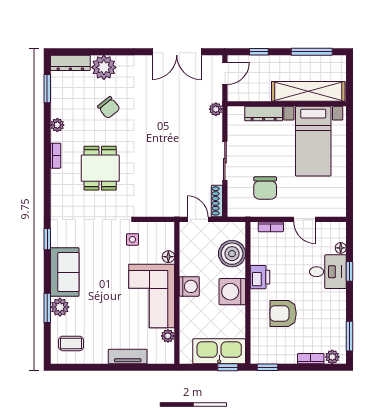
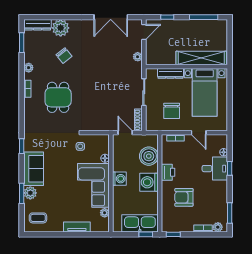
shelving: (308, 91) -> (201, 58), moved
wall: (287, 104) -> (186, 67), moved
dresser: (264, 114) -> (170, 73), moved
bed with nightstands: (313, 141) -> (205, 92), moved

